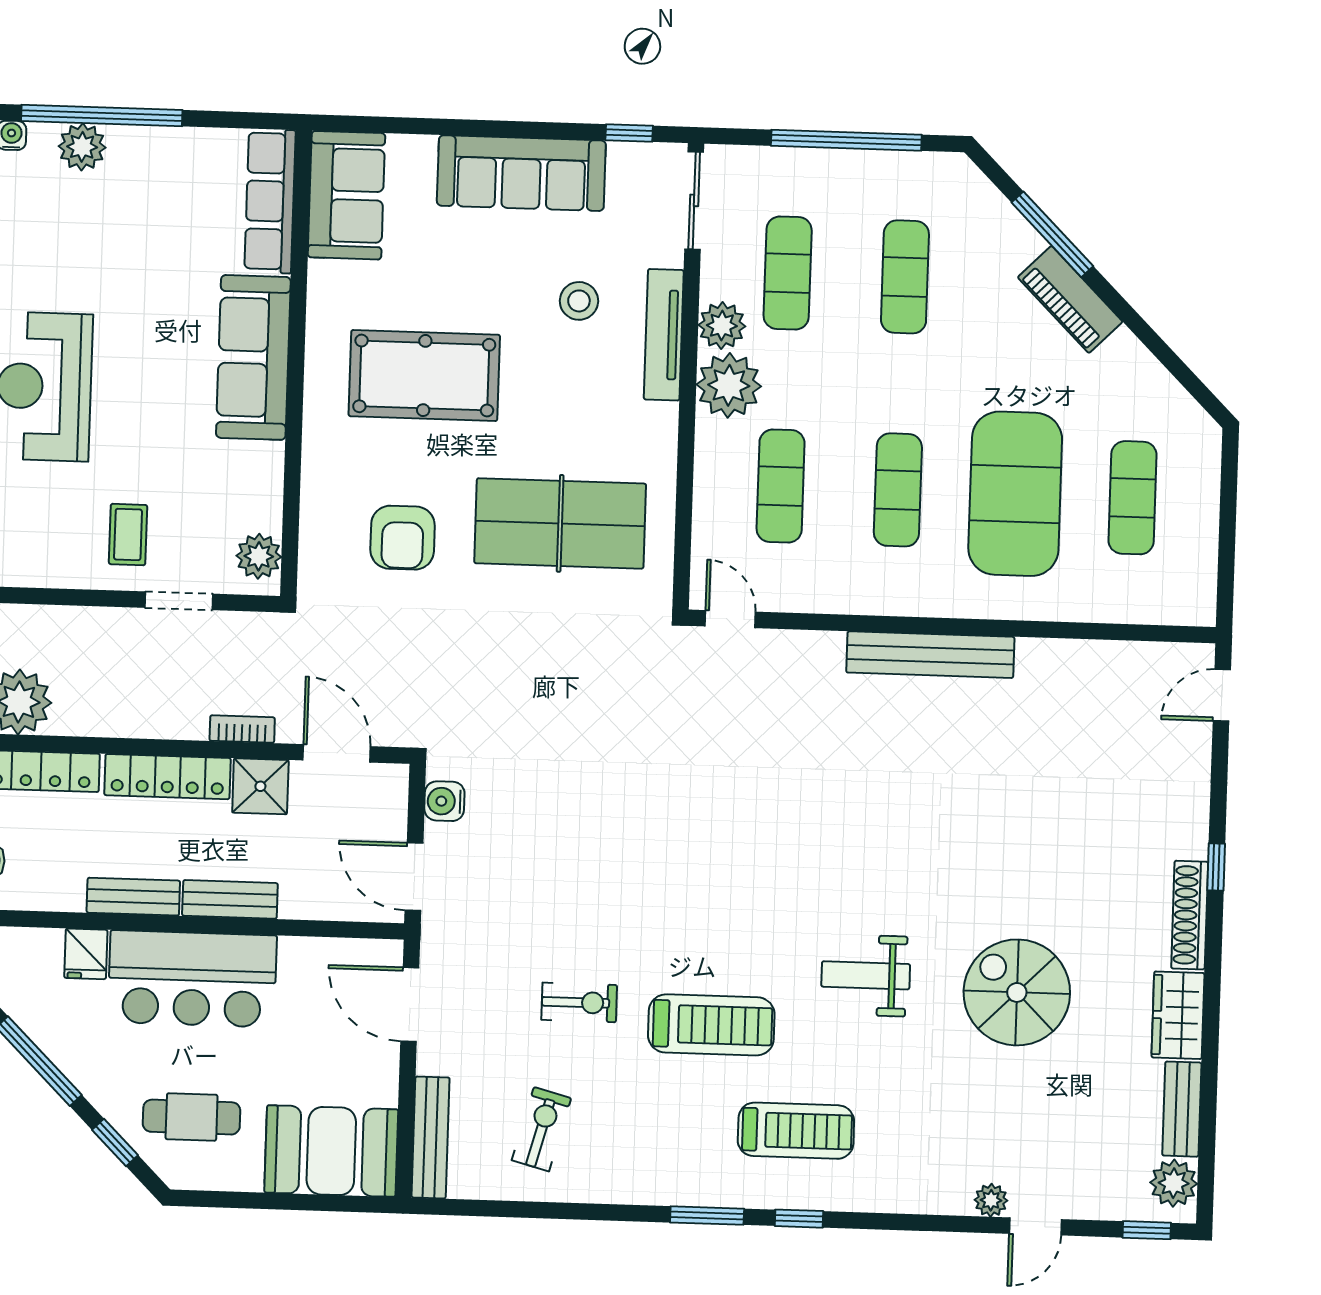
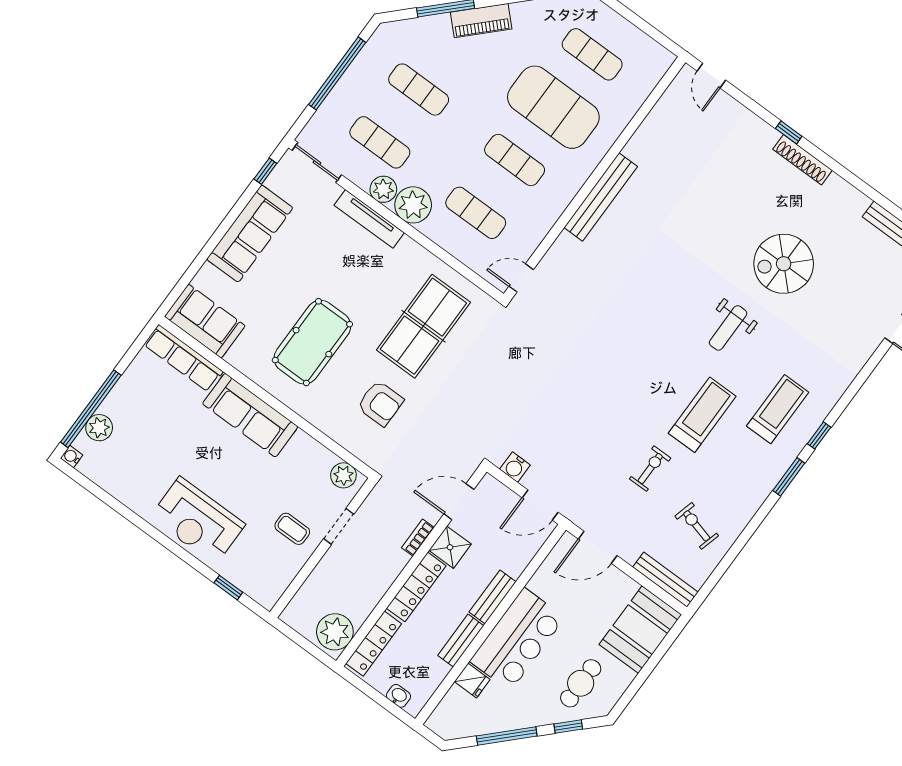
stool: (579, 301) -> (327, 247), removed
wardrobe: (1178, 1015) -> (845, 197), removed
plant: (991, 1200) -> (871, 341), removed

